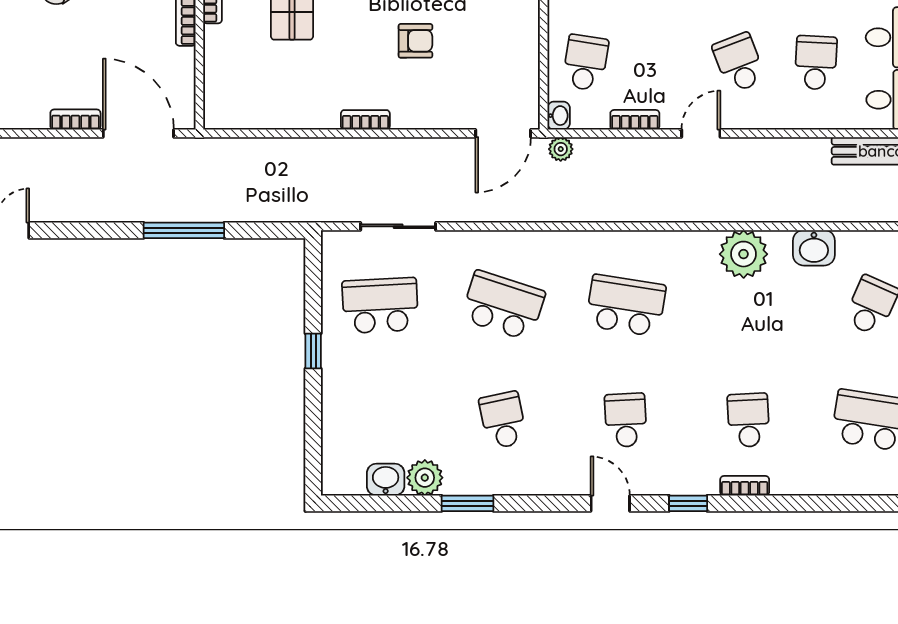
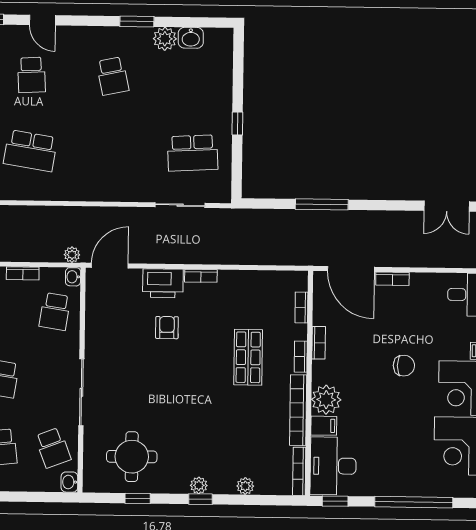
armchair: (415, 41) -> (167, 328), turned 90
bookcase: (212, 74) -> (301, 308), added
printer: (423, 108) -> (163, 283), added
school desk: (503, 305) -> (112, 152), removed

